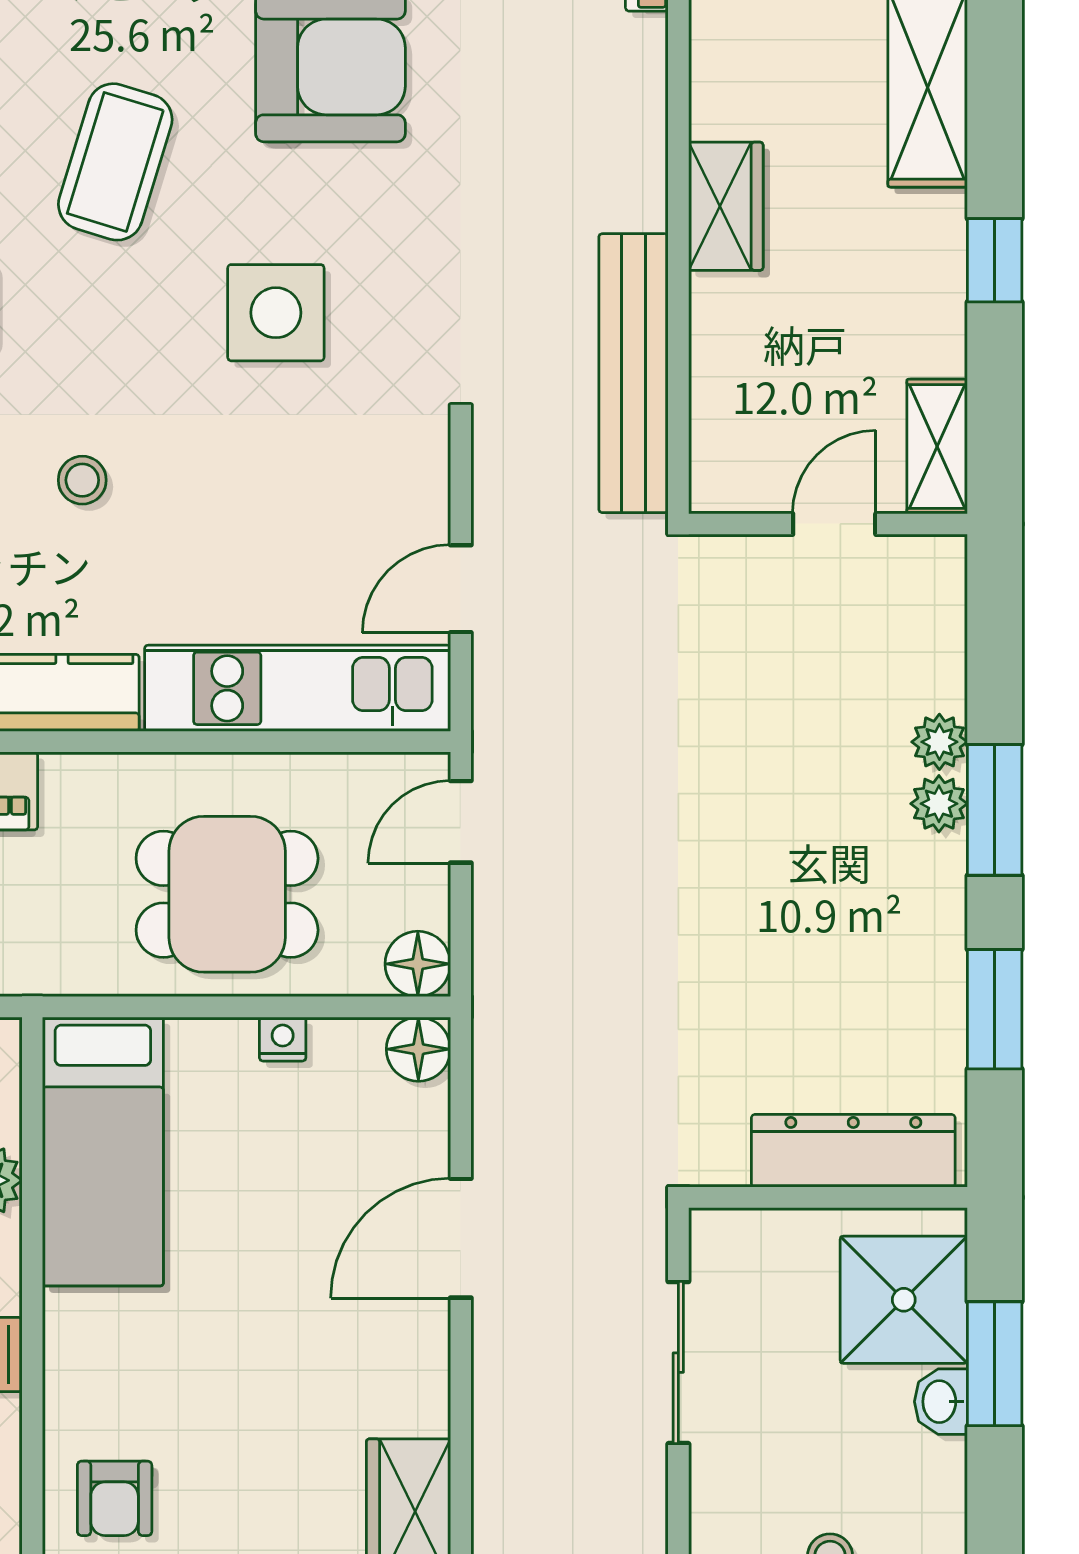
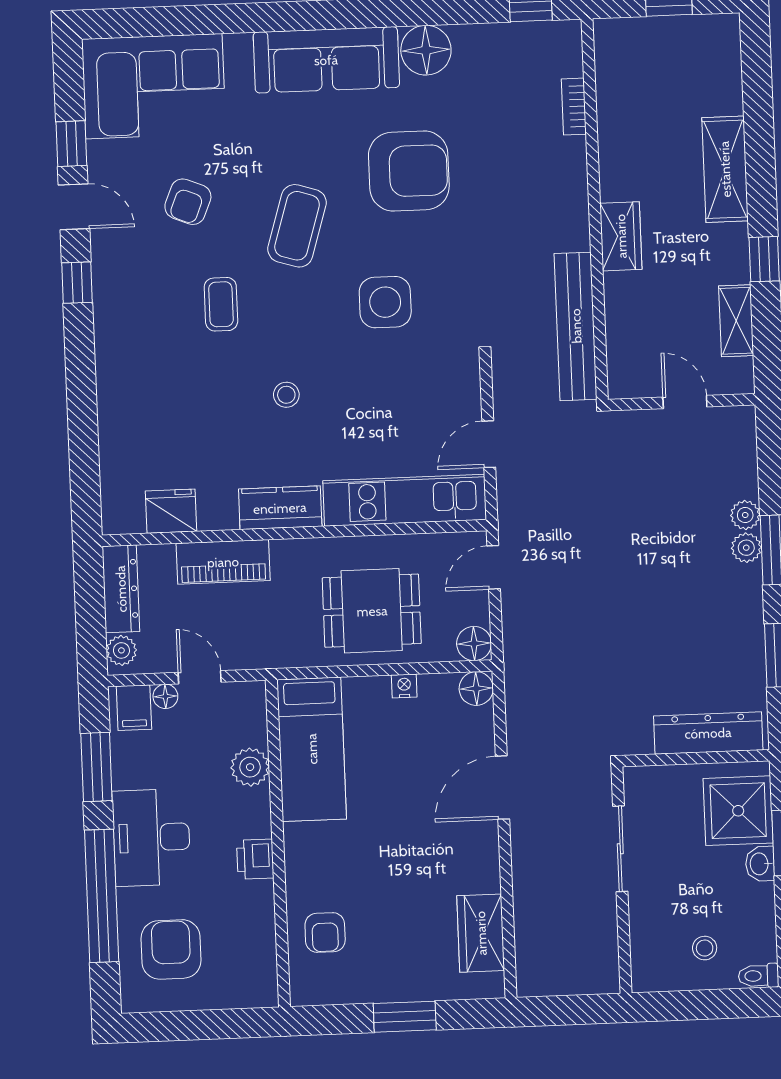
shelving: (937, 447) -> (736, 321), moved
door: (834, 524) -> (685, 402), hinge flipped

